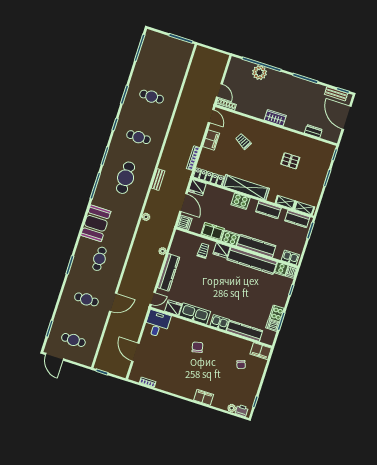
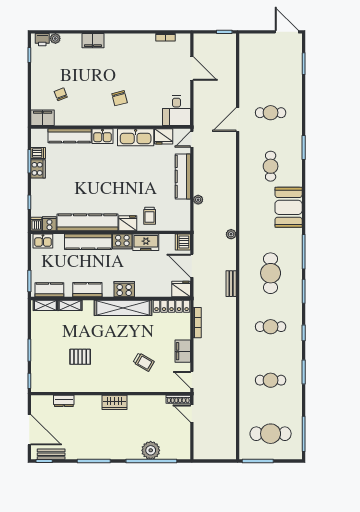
cafe table: (73, 340) -> (271, 434), moved, width x1.37, depth x1.35

